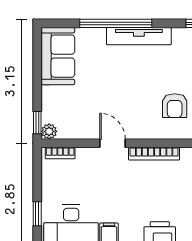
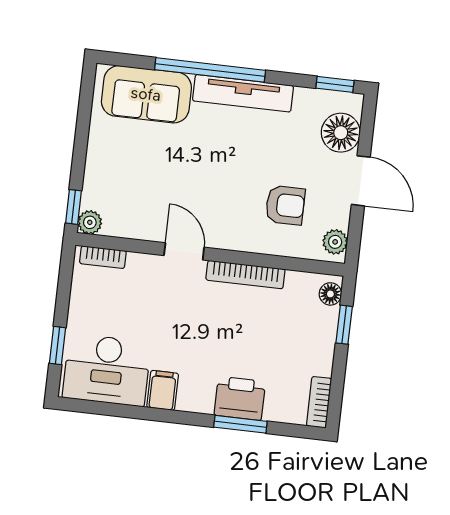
sofa: (58, 56) -> (146, 94), moved, turned 90
armchair: (175, 106) -> (285, 205), turned -90

